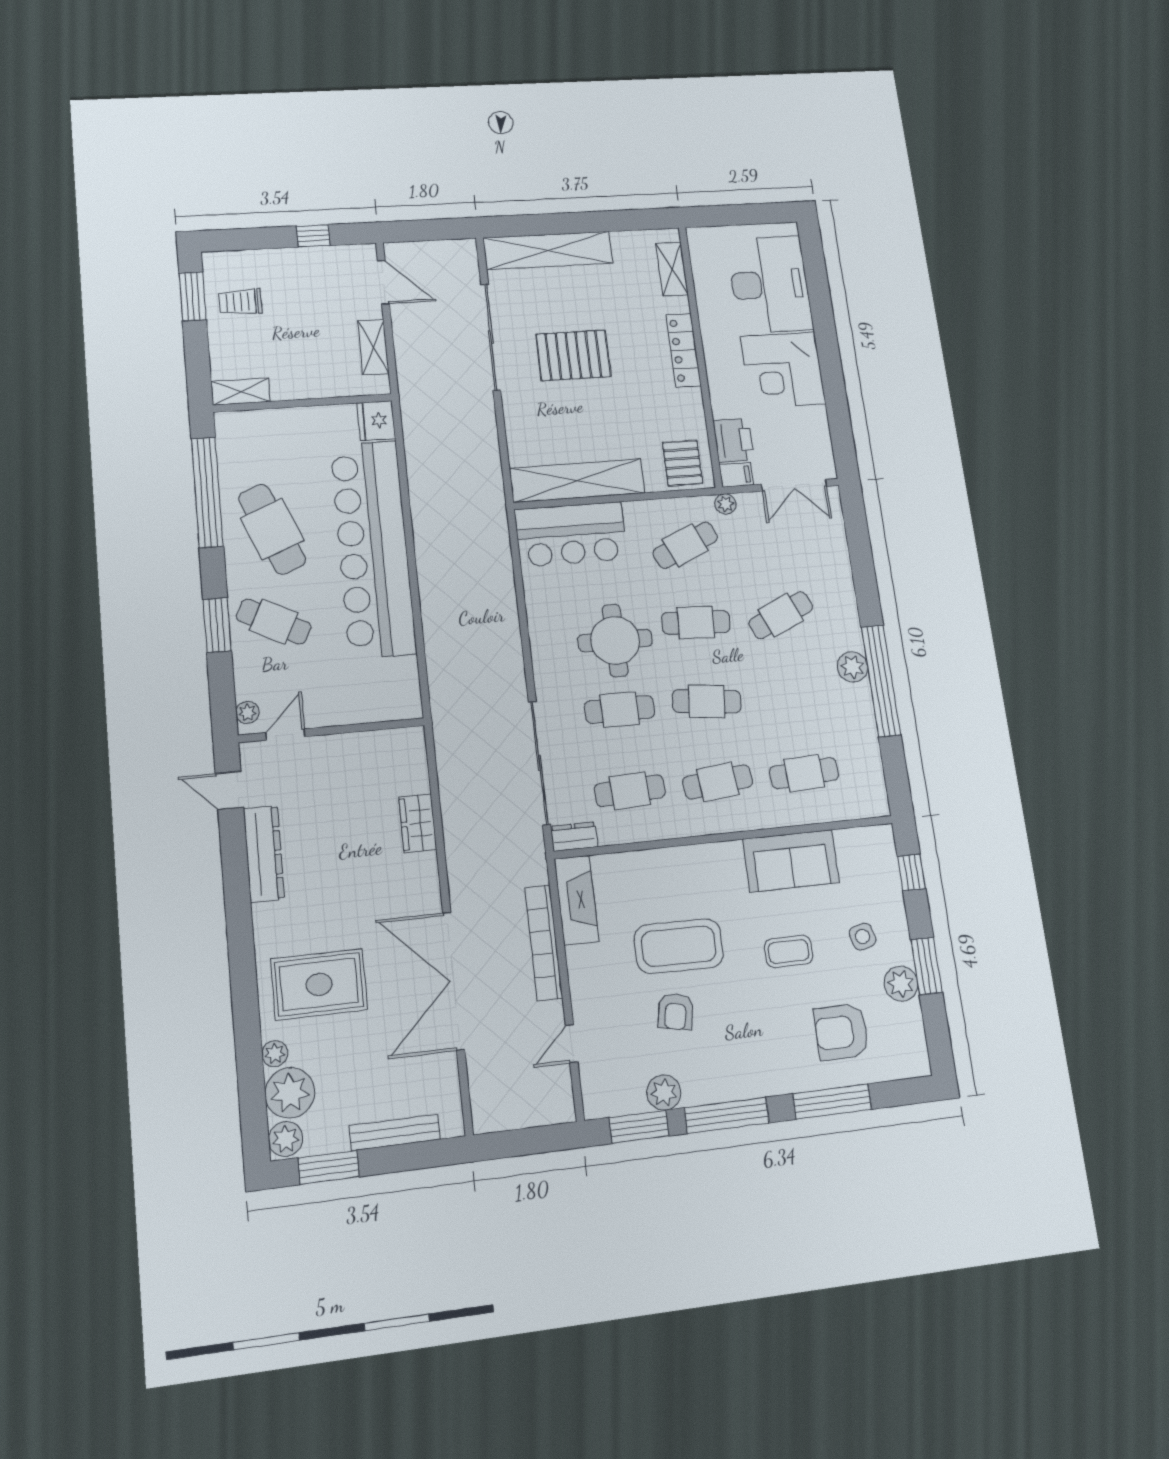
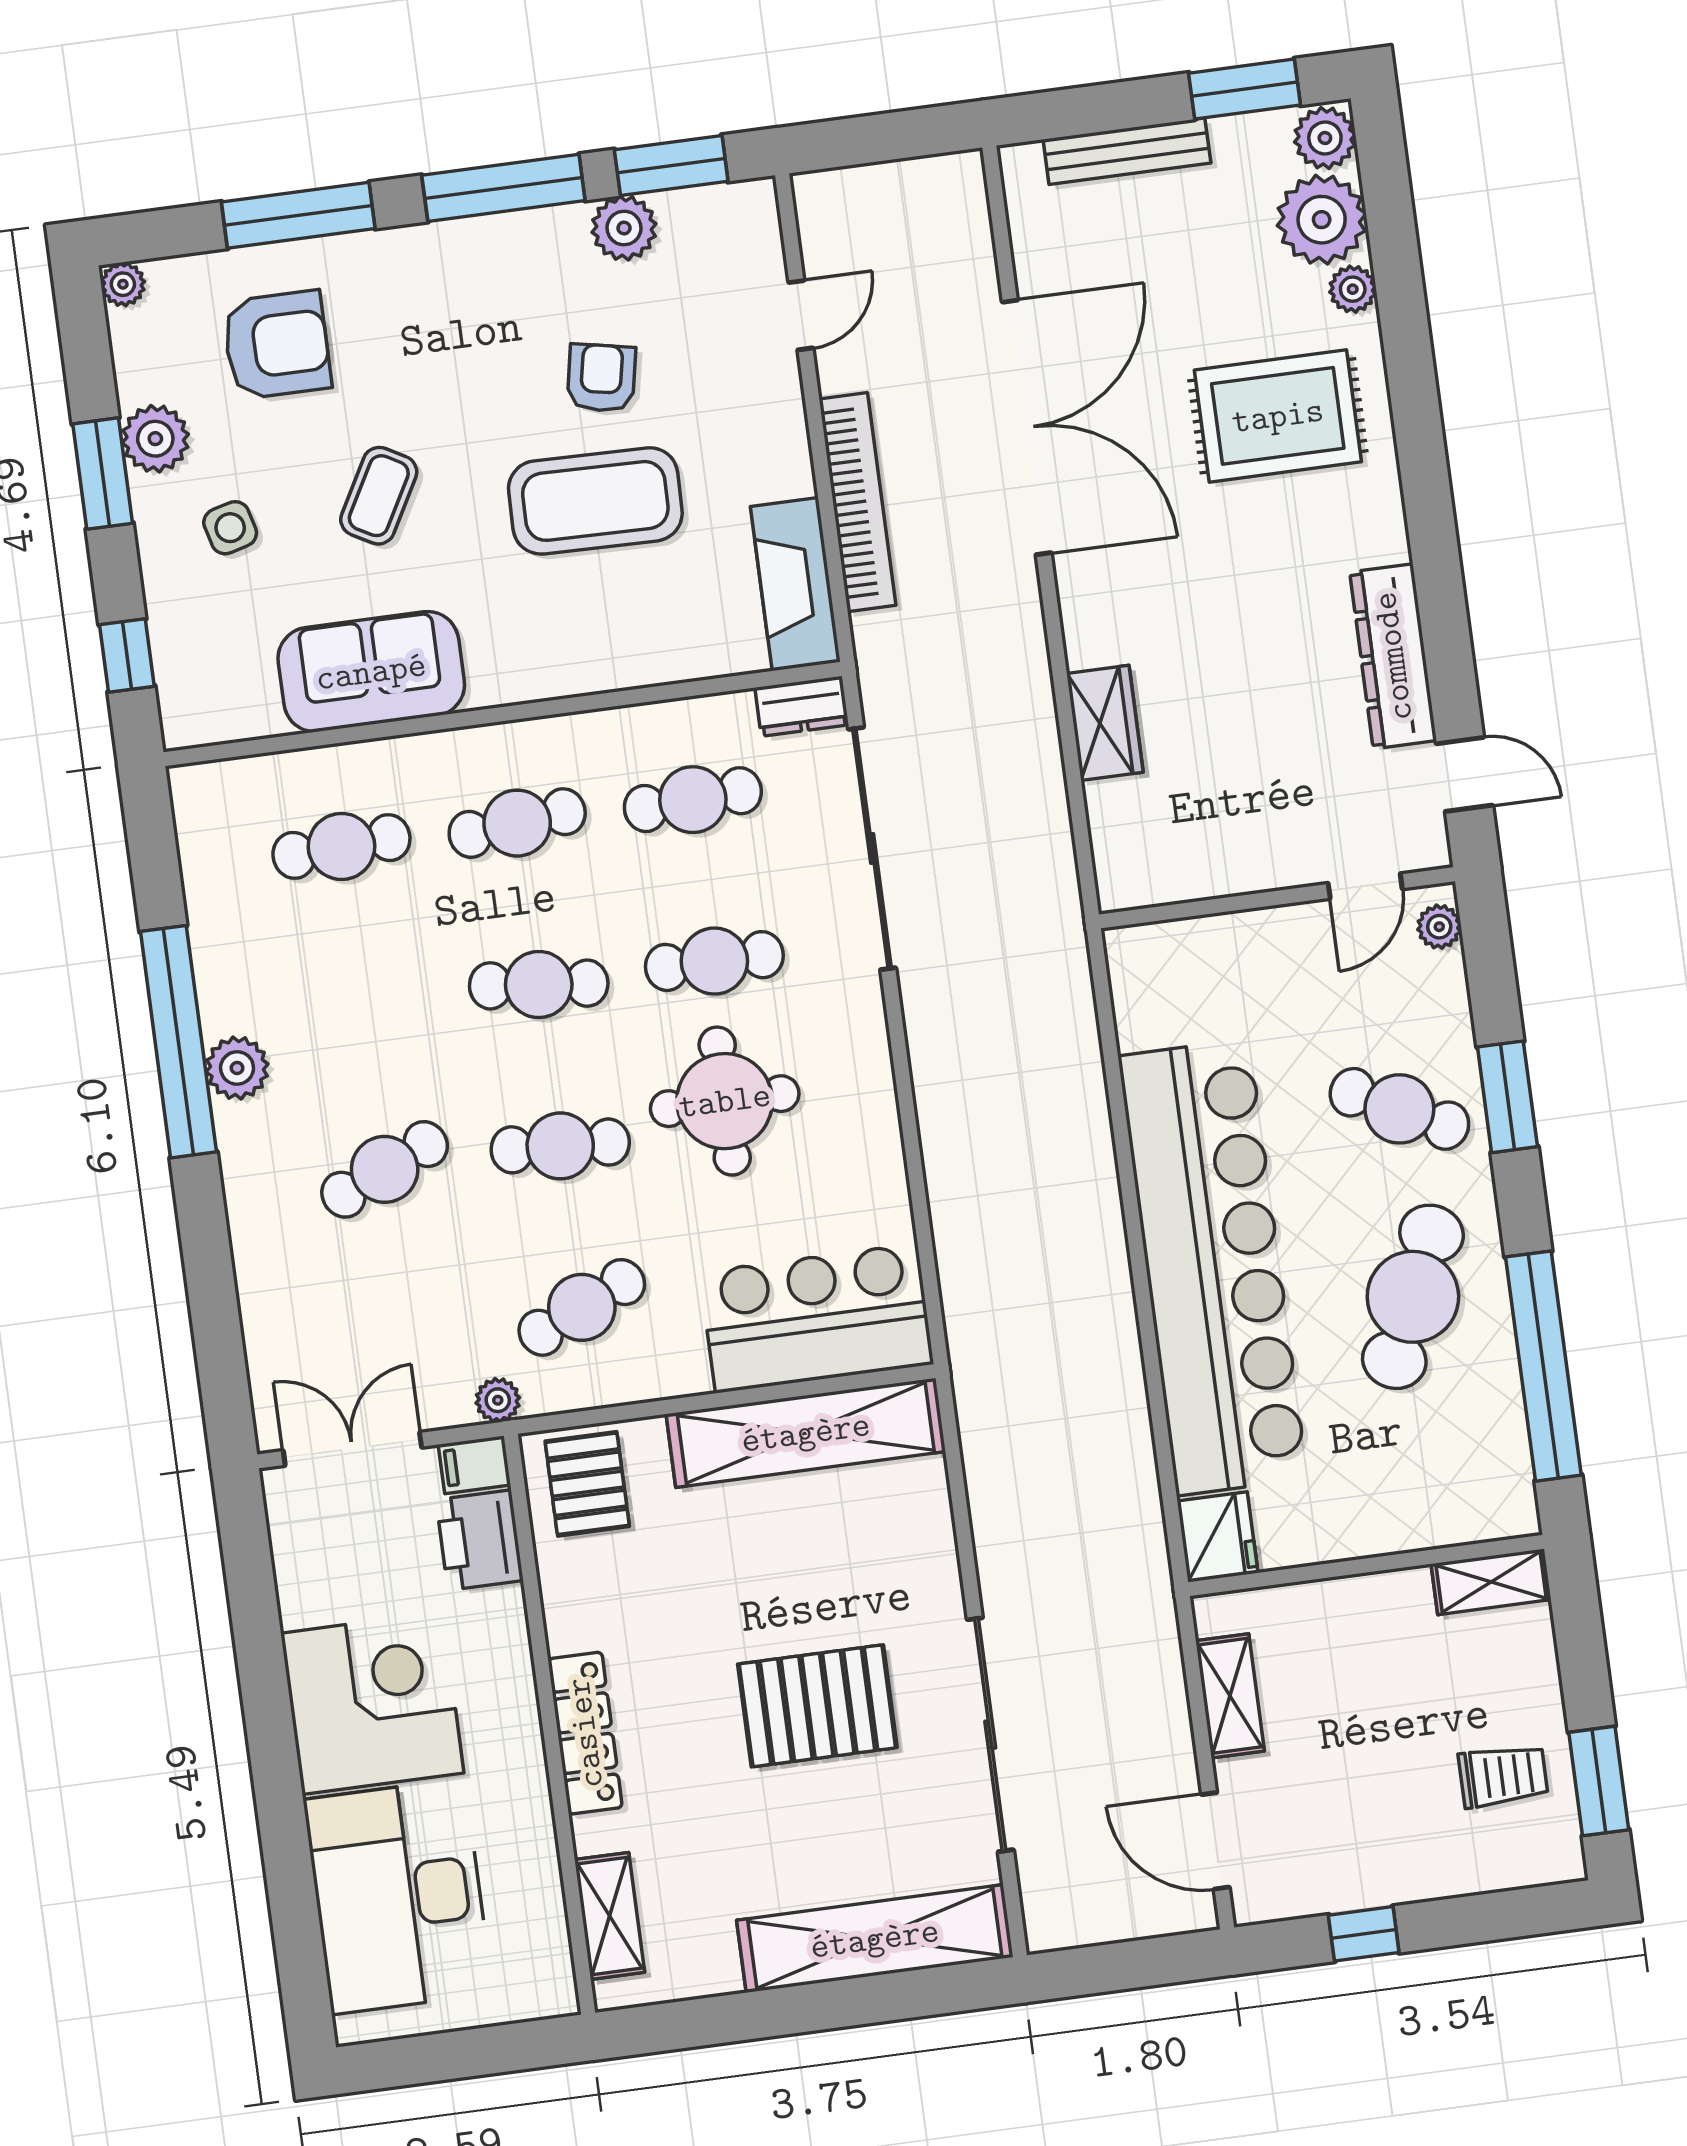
cafe table: (272, 529) -> (1413, 1297), turned 46
coffee table: (789, 951) -> (379, 496), turned -61
plant: (920, 1066) -> (123, 284), added

